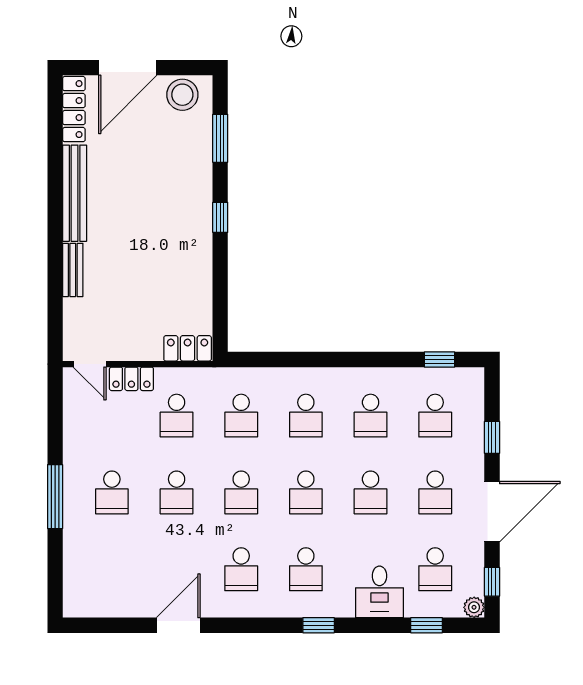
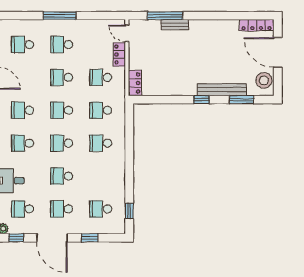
bench: (75, 193) -> (222, 90), moved
window: (55, 289) -> (165, 16), added
door: (90, 364) -> (127, 33), hinge flipped
school desk: (371, 416) -> (23, 45), moved

